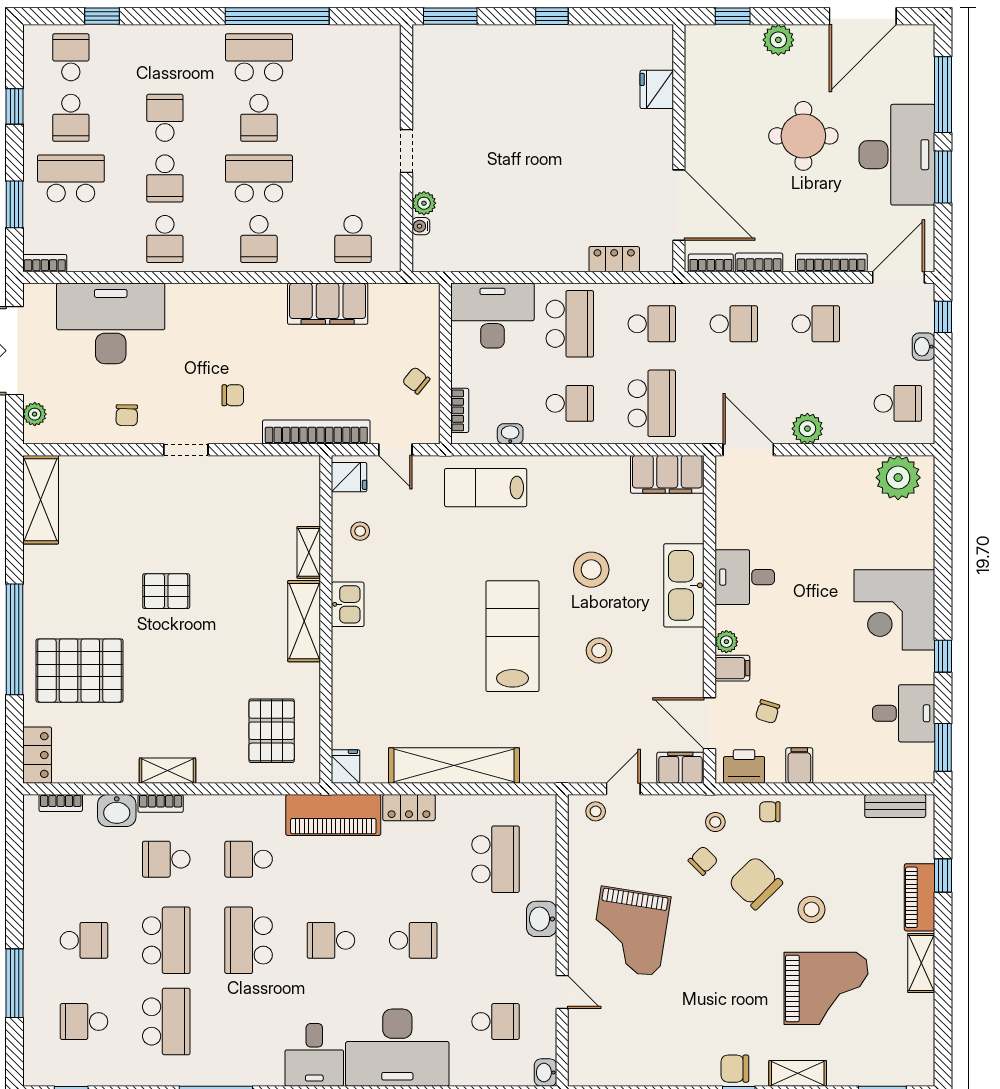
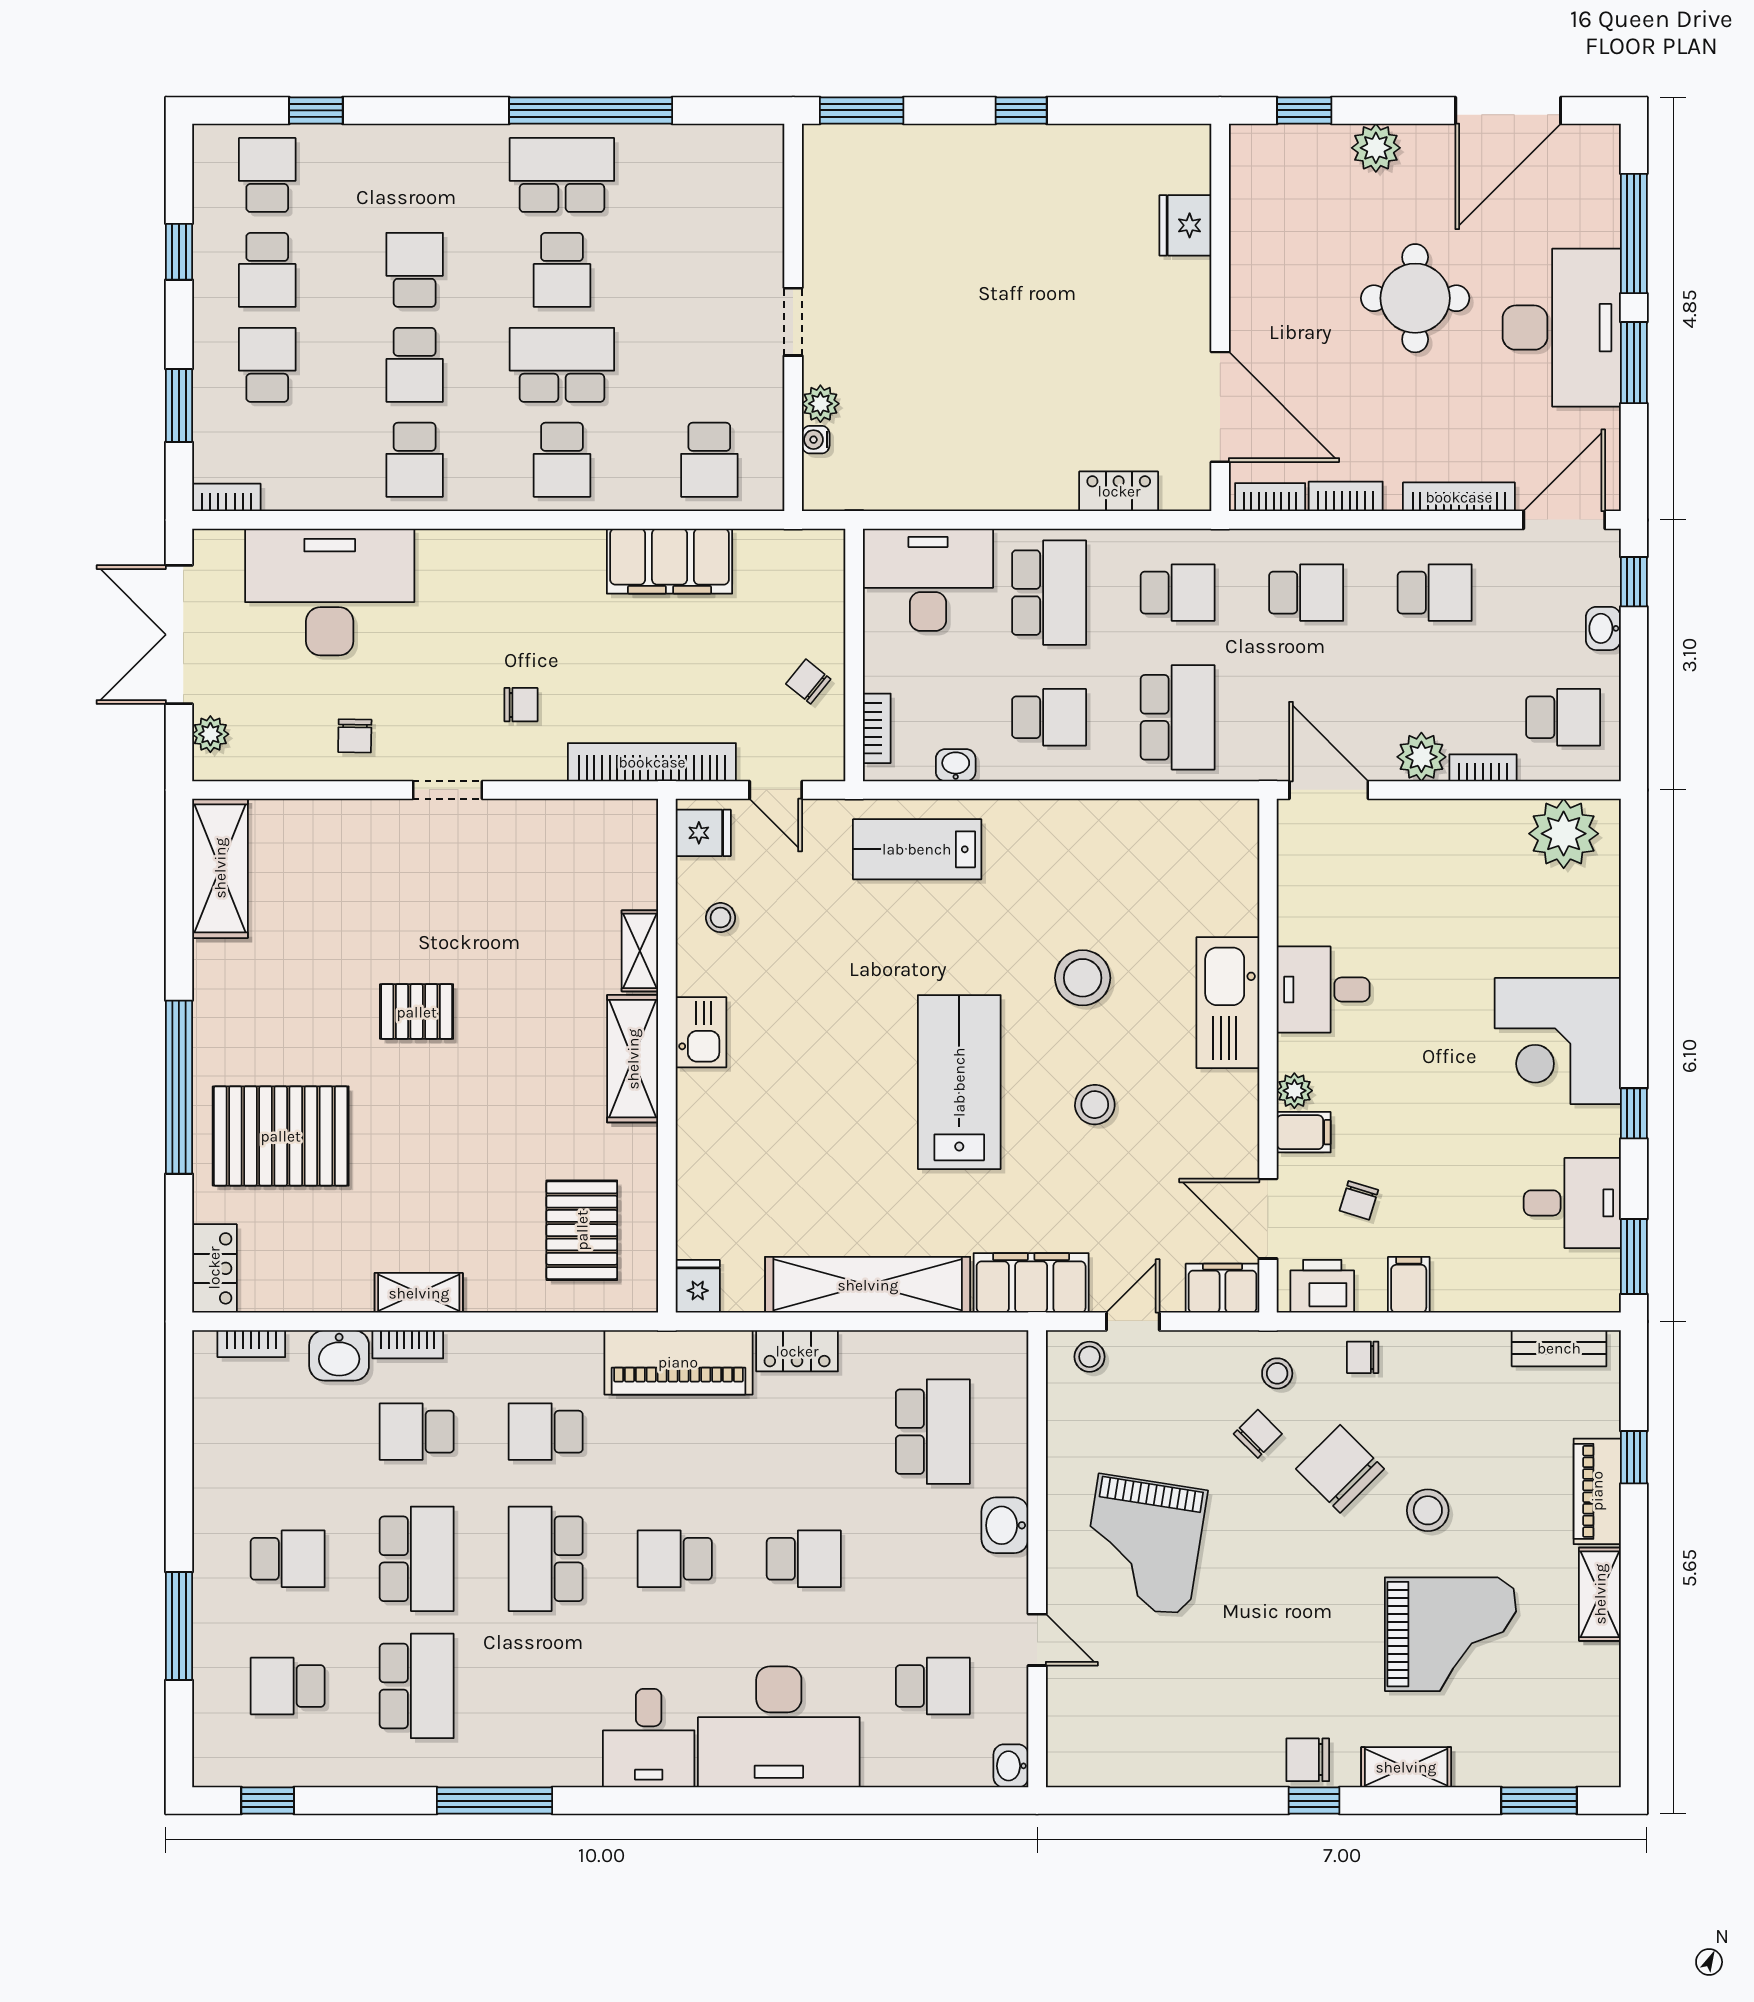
school desk: (71, 178) -> (267, 365), width x0.54
bookcase: (847, 436) -> (1483, 768), added
filing cabinet: (667, 474) -> (1031, 1283), moved, turned 180

